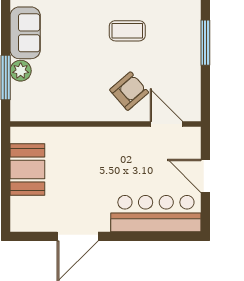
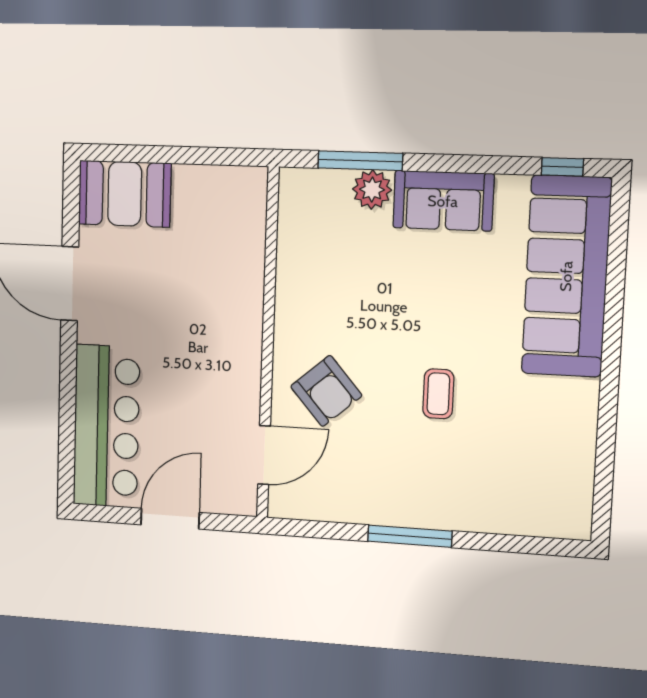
coffee table: (127, 31) -> (438, 394), width x0.73, depth x0.77
booth: (27, 170) -> (125, 194), moved

